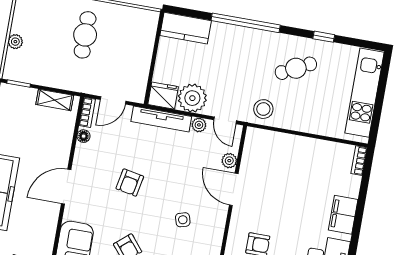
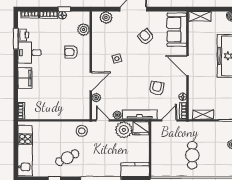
armchair: (130, 183) -> (157, 88), moved
door: (66, 187) -> (188, 66), swing flipped
door: (234, 189) -> (91, 81), hinge flipped

